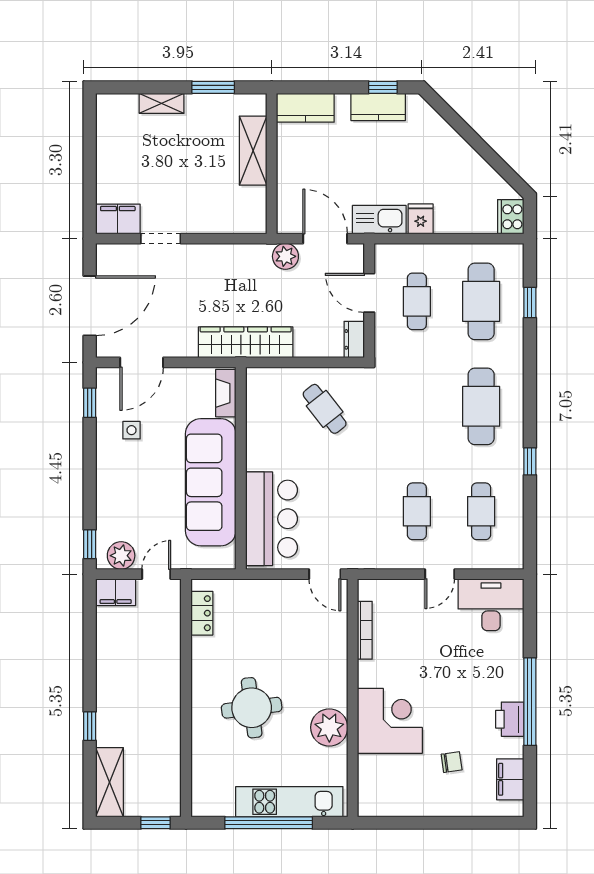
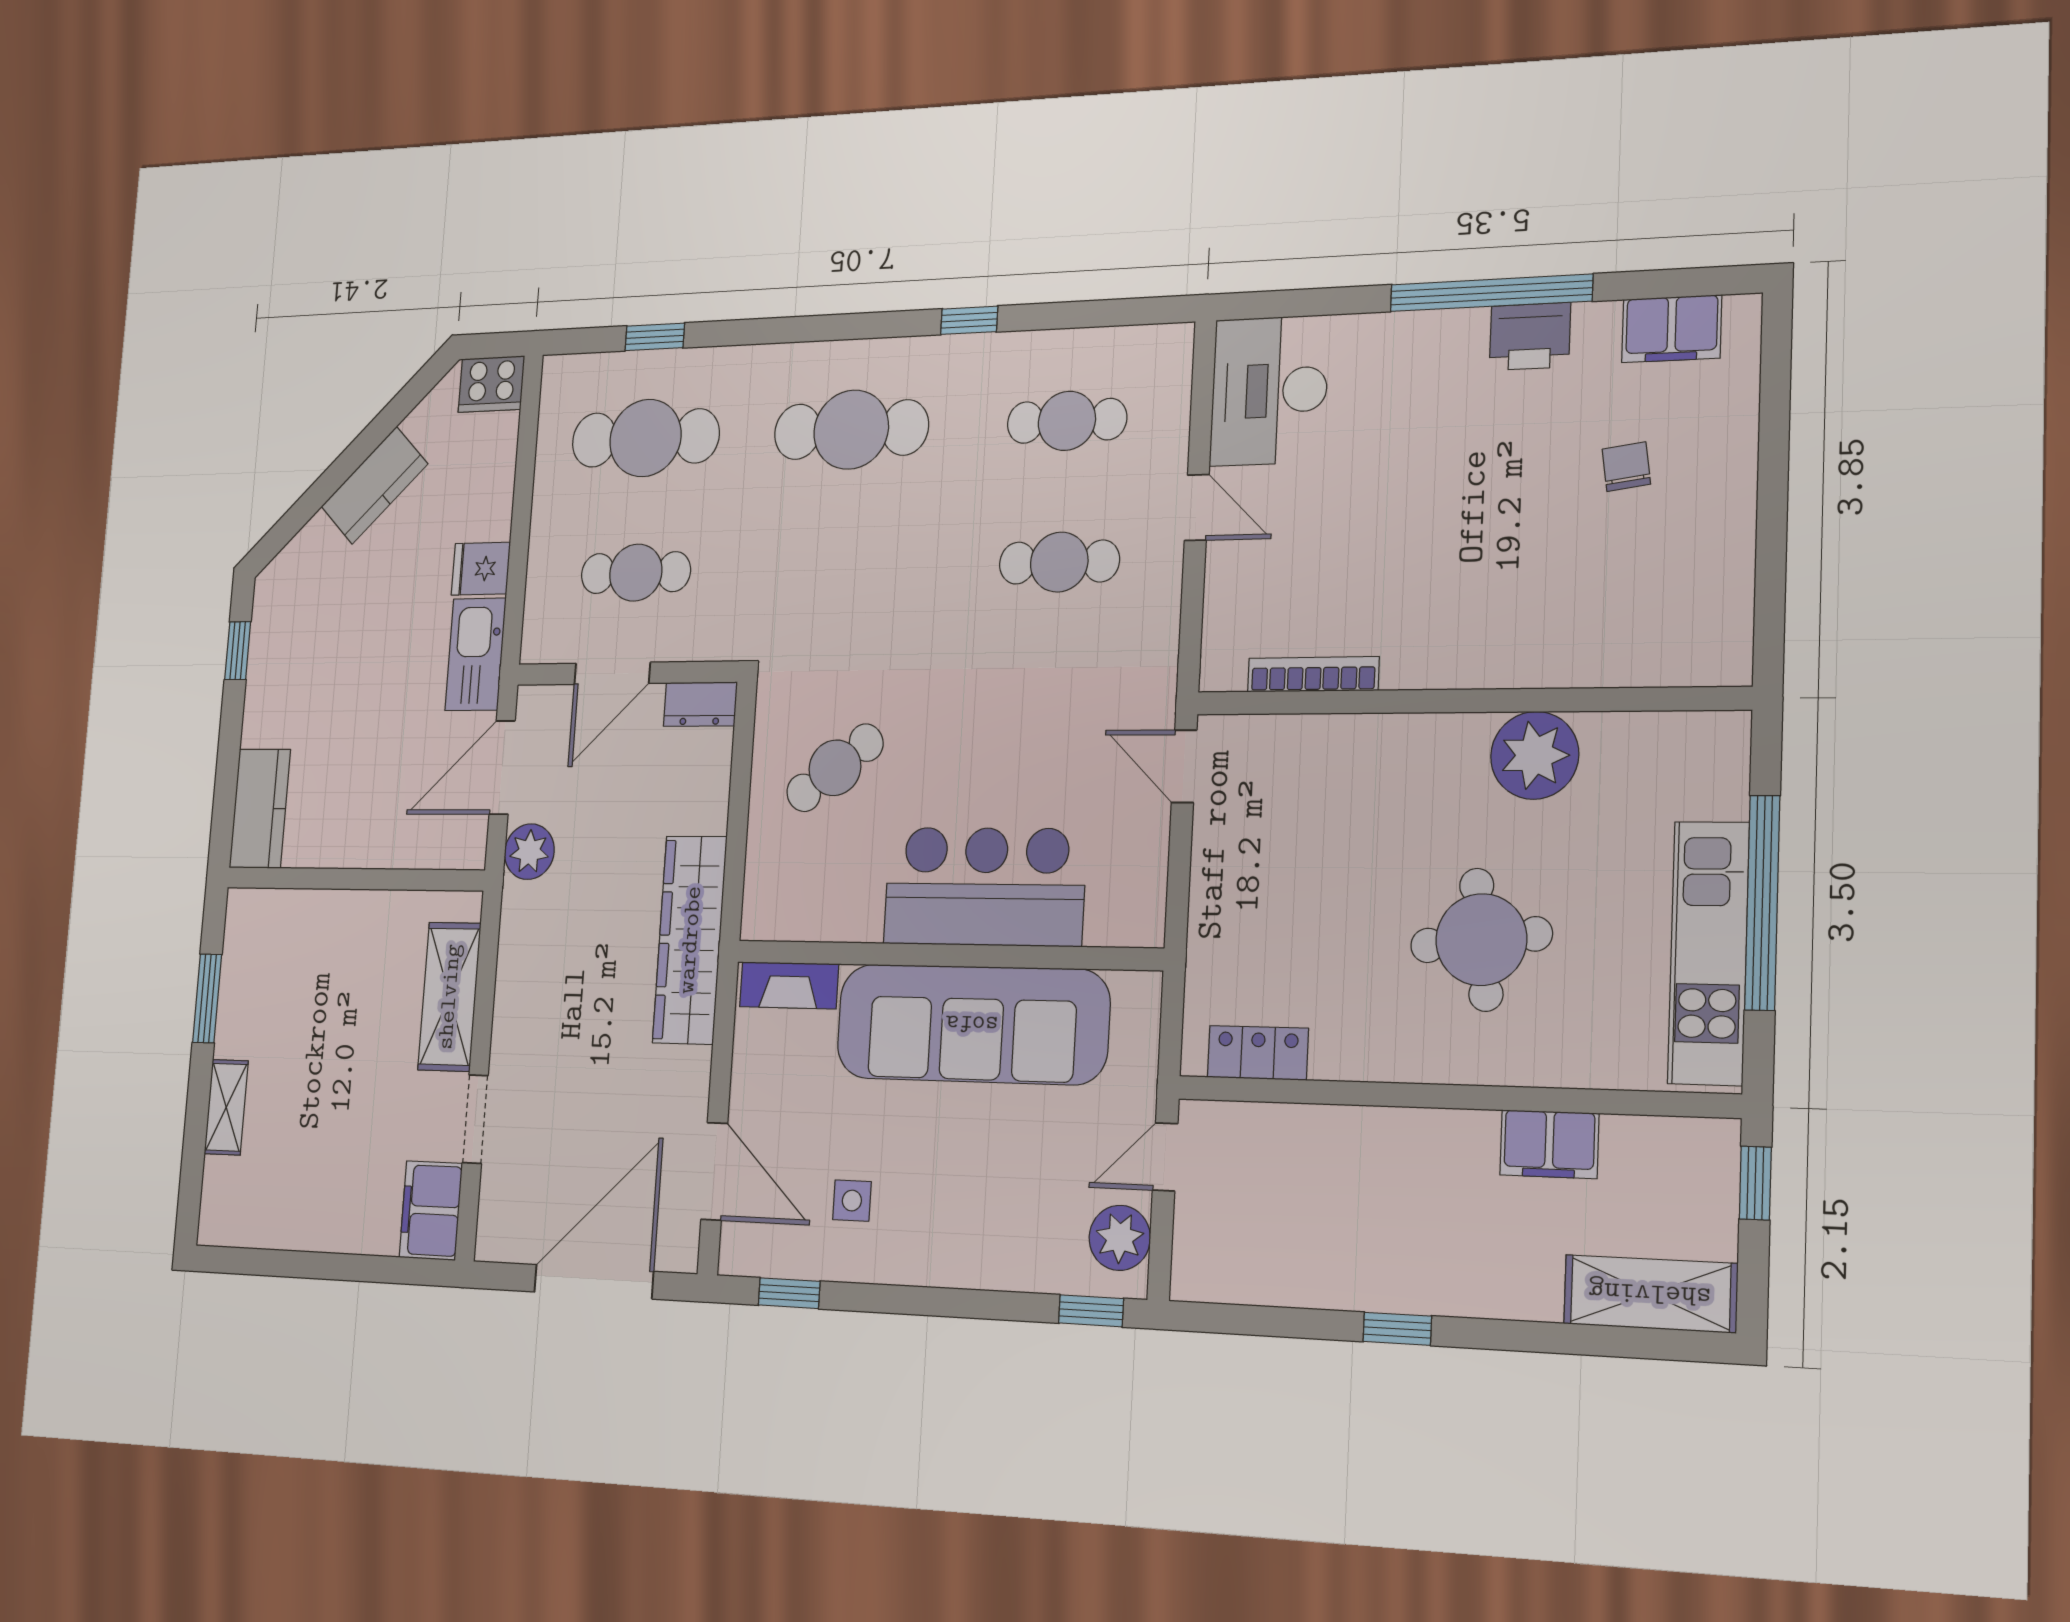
kitchen counter: (378, 107) -> (374, 485), moved, turned 45
shelving: (253, 151) -> (449, 997), moved, turned 90
door: (90, 306) -> (594, 1282), hinge flipped
bar counter: (271, 519) -> (985, 887), moved
door: (156, 574) -> (1165, 1157), hinge flipped
door: (325, 574) -> (1184, 766), swing flipped
filing cabinet: (116, 592) -> (1549, 1144), moved, turned 90
corner desk: (390, 721) -> (1524, 613), removed
window: (90, 726) -> (1397, 1329), moved
kitchen unit: (289, 802) -> (1709, 953), moved

